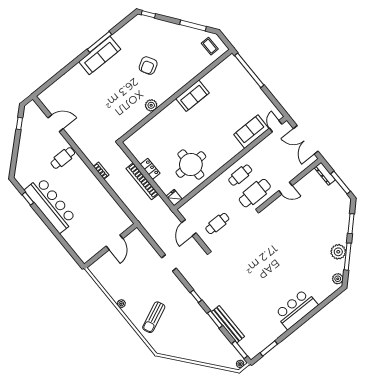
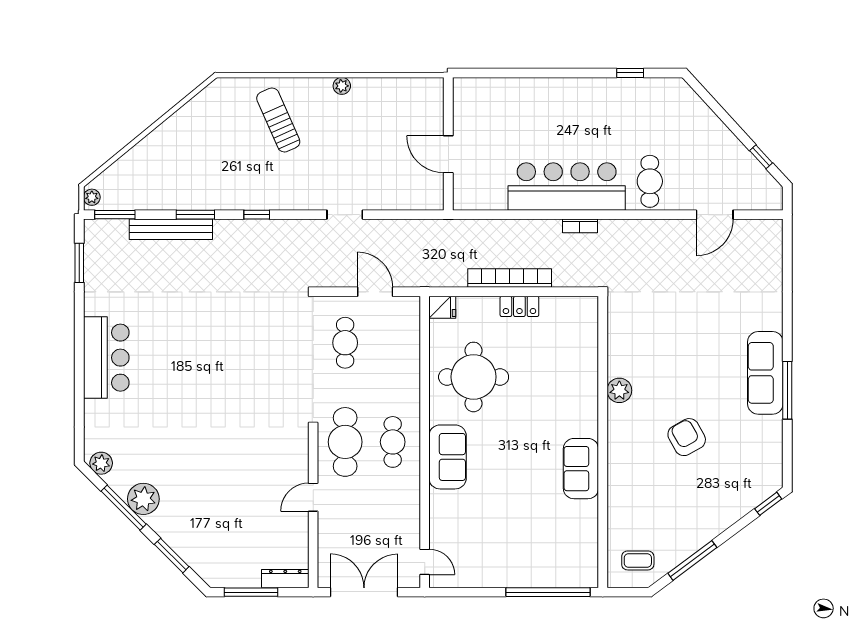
sofa: (251, 132) -> (448, 457), moved
bar counter: (51, 205) -> (567, 186), moved, turned 180

